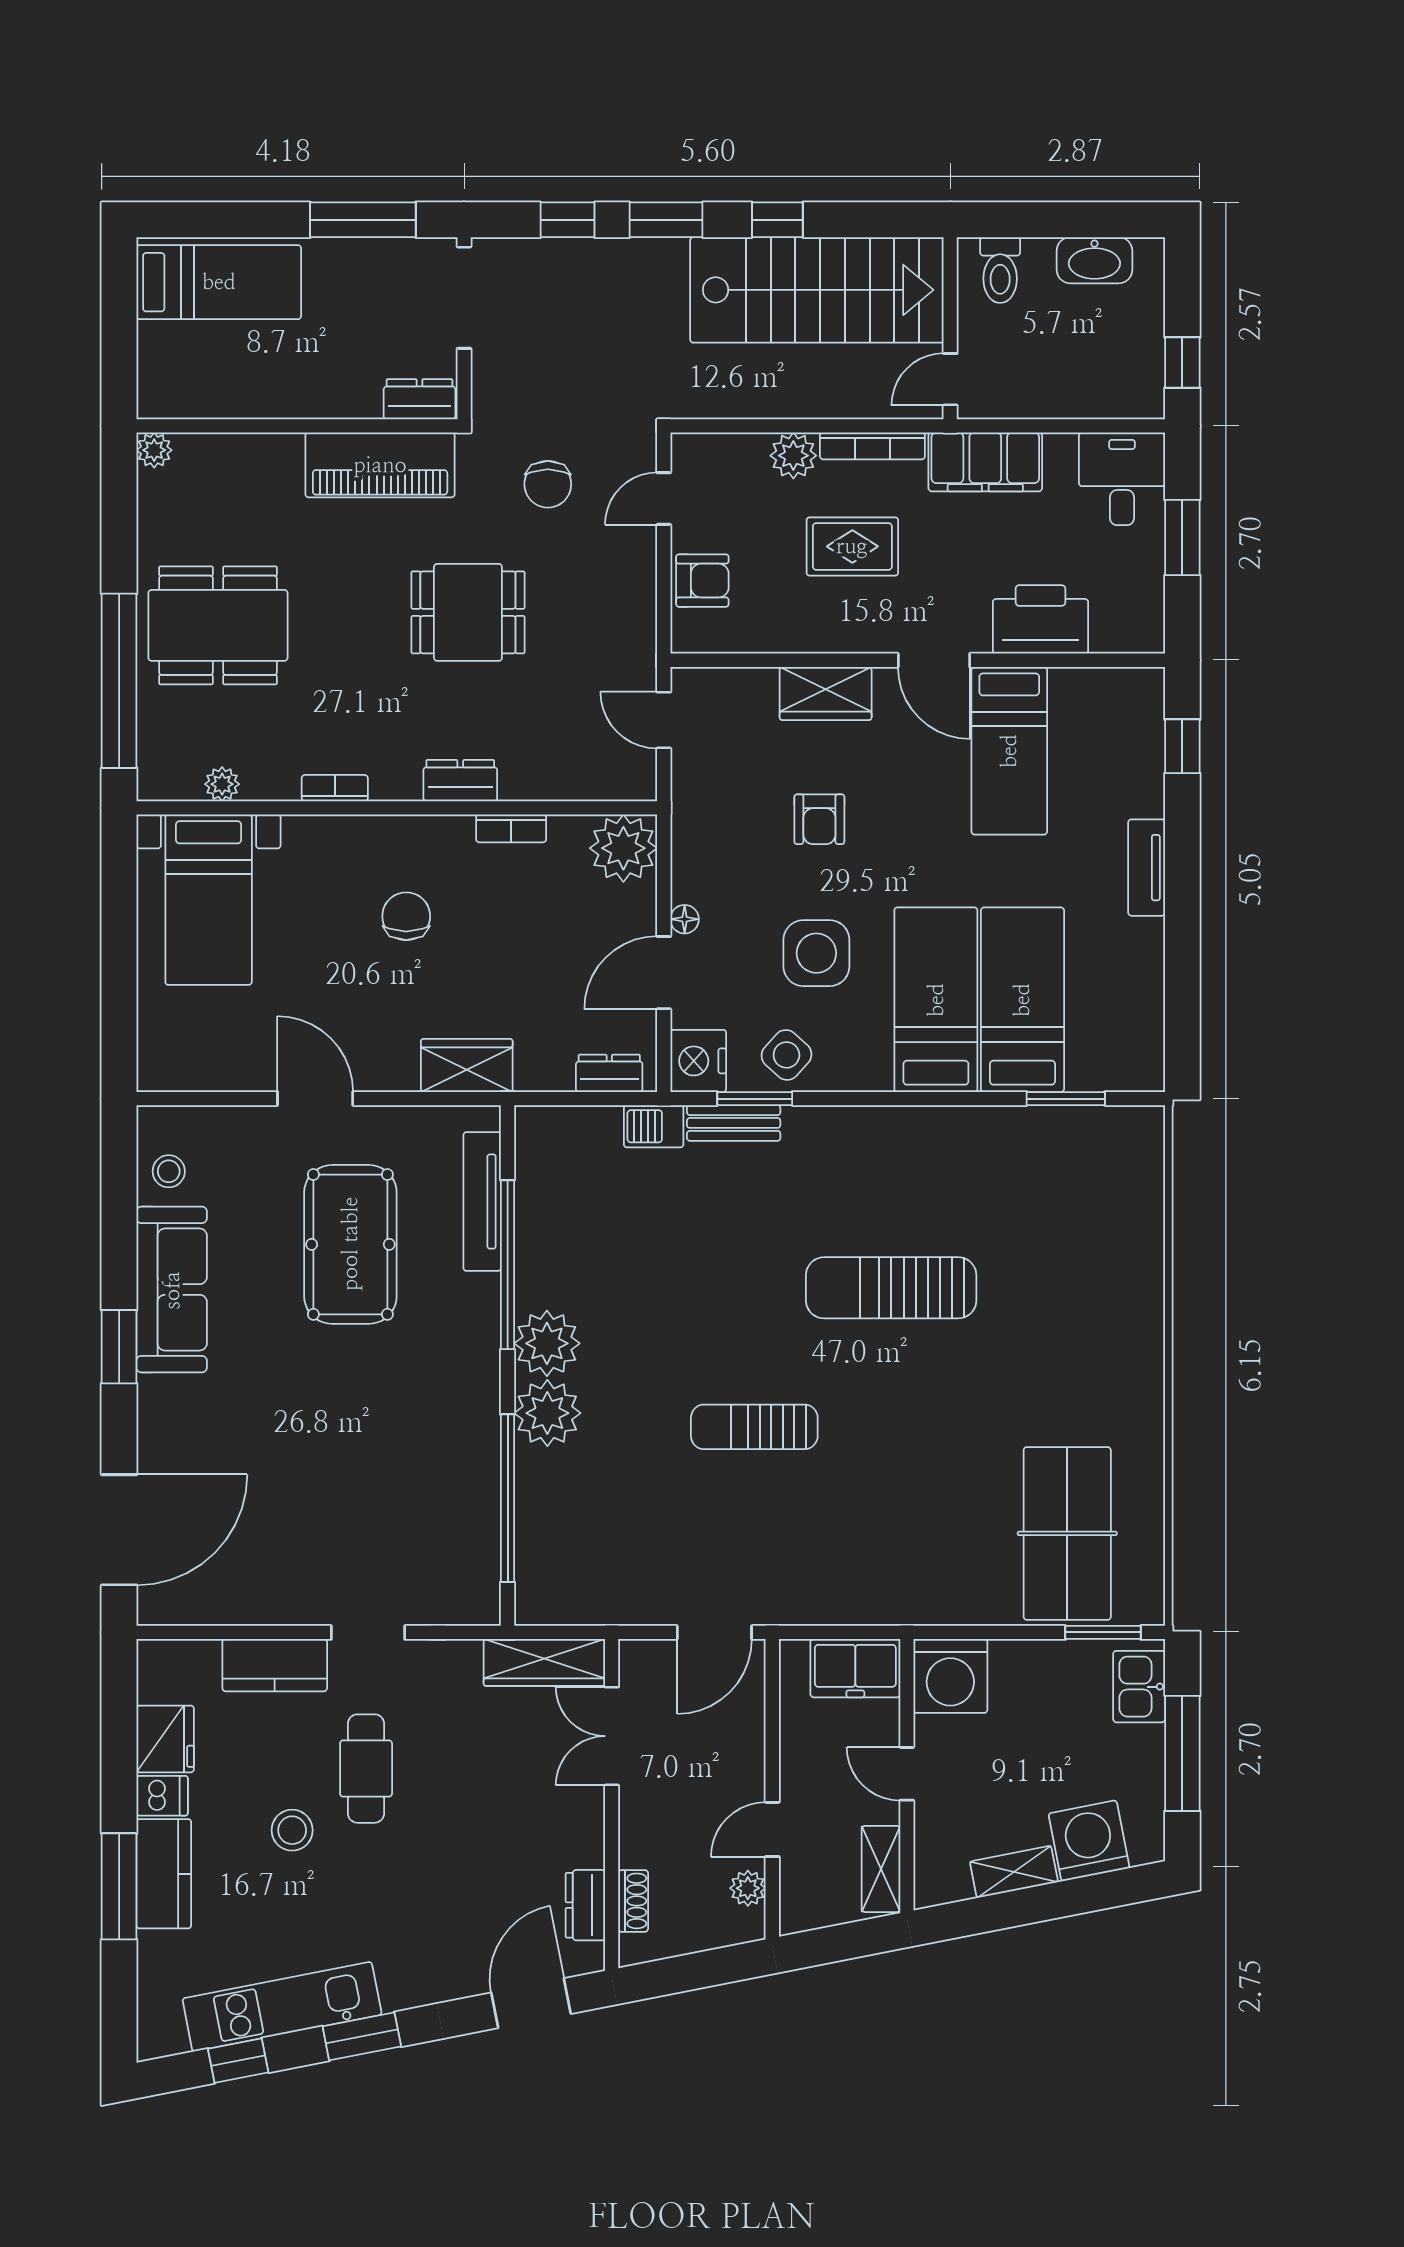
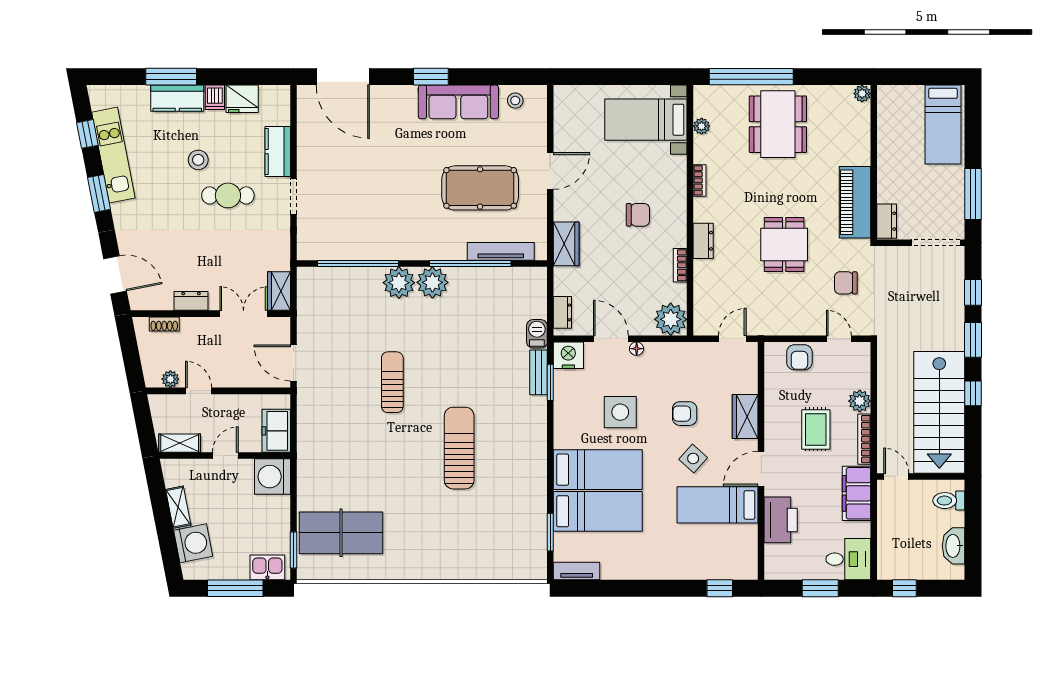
tv unit: (1147, 868) -> (577, 571), moved
side table: (786, 1055) -> (693, 458), moved
wardrobe: (544, 1662) -> (279, 291), width x0.67
dresser: (585, 1905) -> (191, 301), moved

